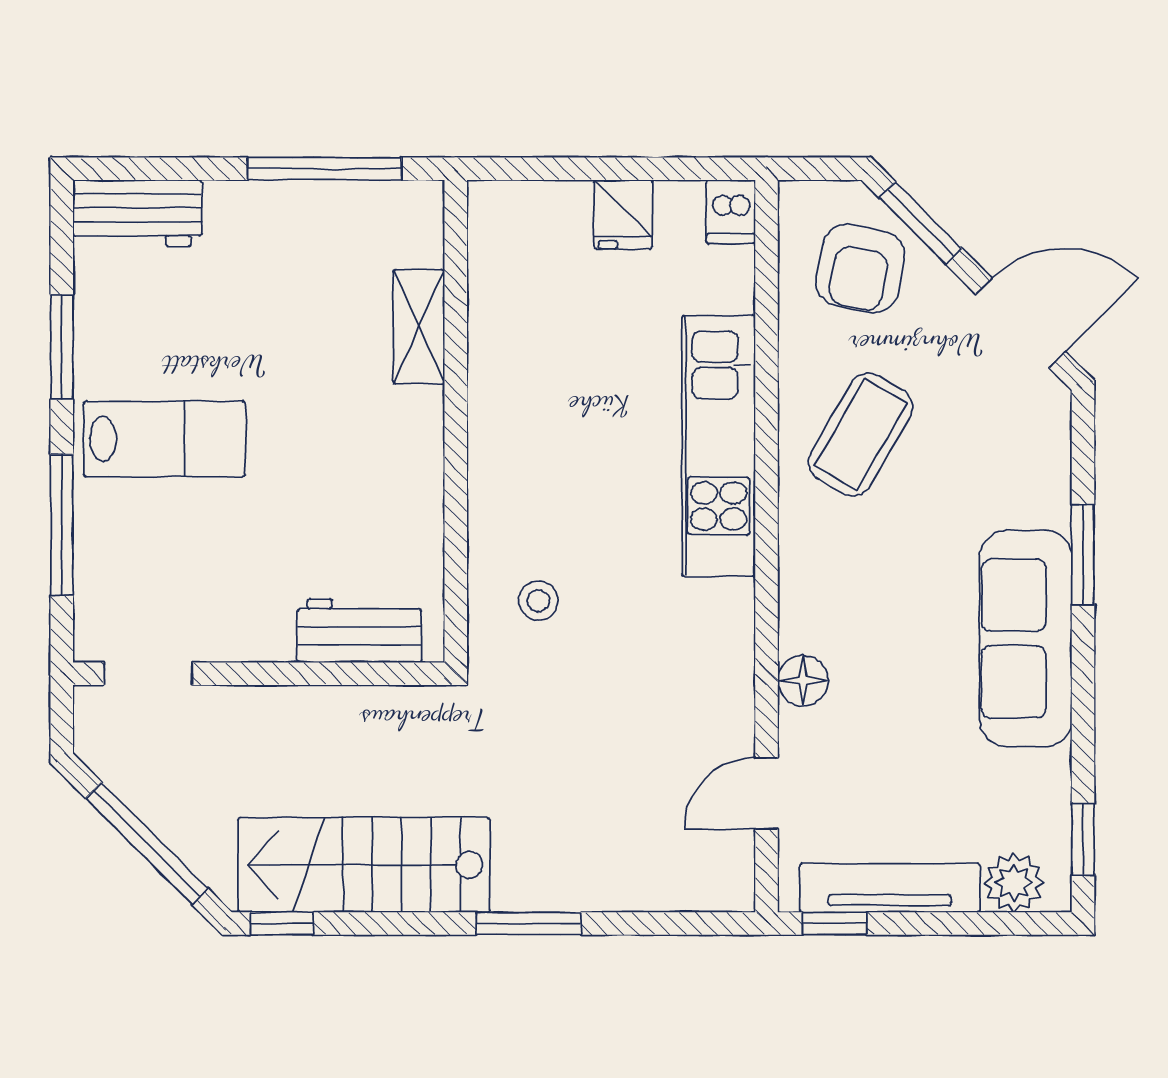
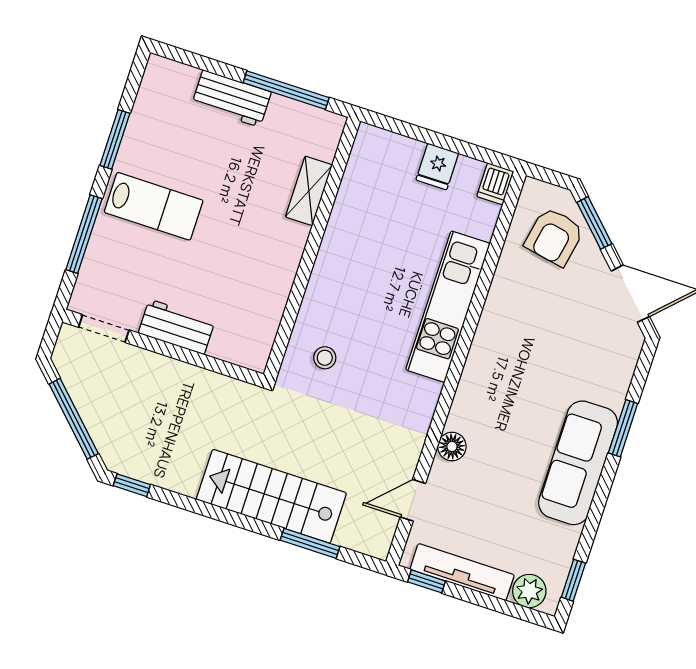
workbench: (137, 213) -> (231, 98), moved
coffee table: (861, 434) -> (526, 325), removed
workbench: (359, 630) -> (177, 327), moved
stairs: (364, 865) -> (271, 496), moved
window: (529, 923) -> (310, 543), moved

